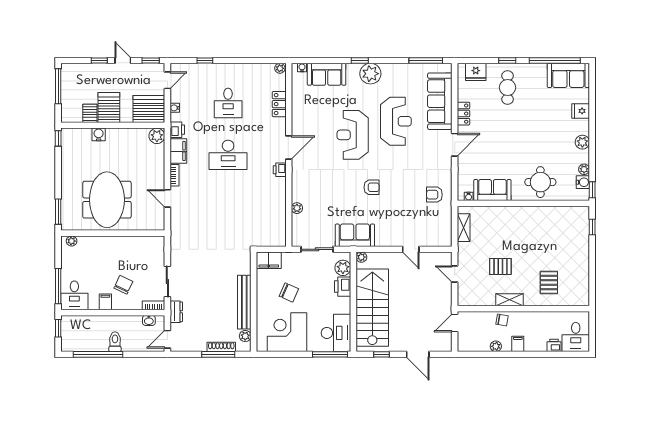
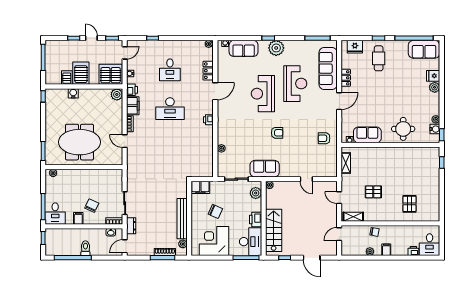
plant: (582, 142) -> (435, 87), moved
door: (289, 148) -> (215, 91), moved
meeting table: (107, 200) -> (80, 142), turned 90
printer: (343, 287) -> (256, 220), moved
shelving: (510, 300) -> (353, 217), moved
stairs: (372, 308) -> (274, 230), width x0.73, depth x0.66

